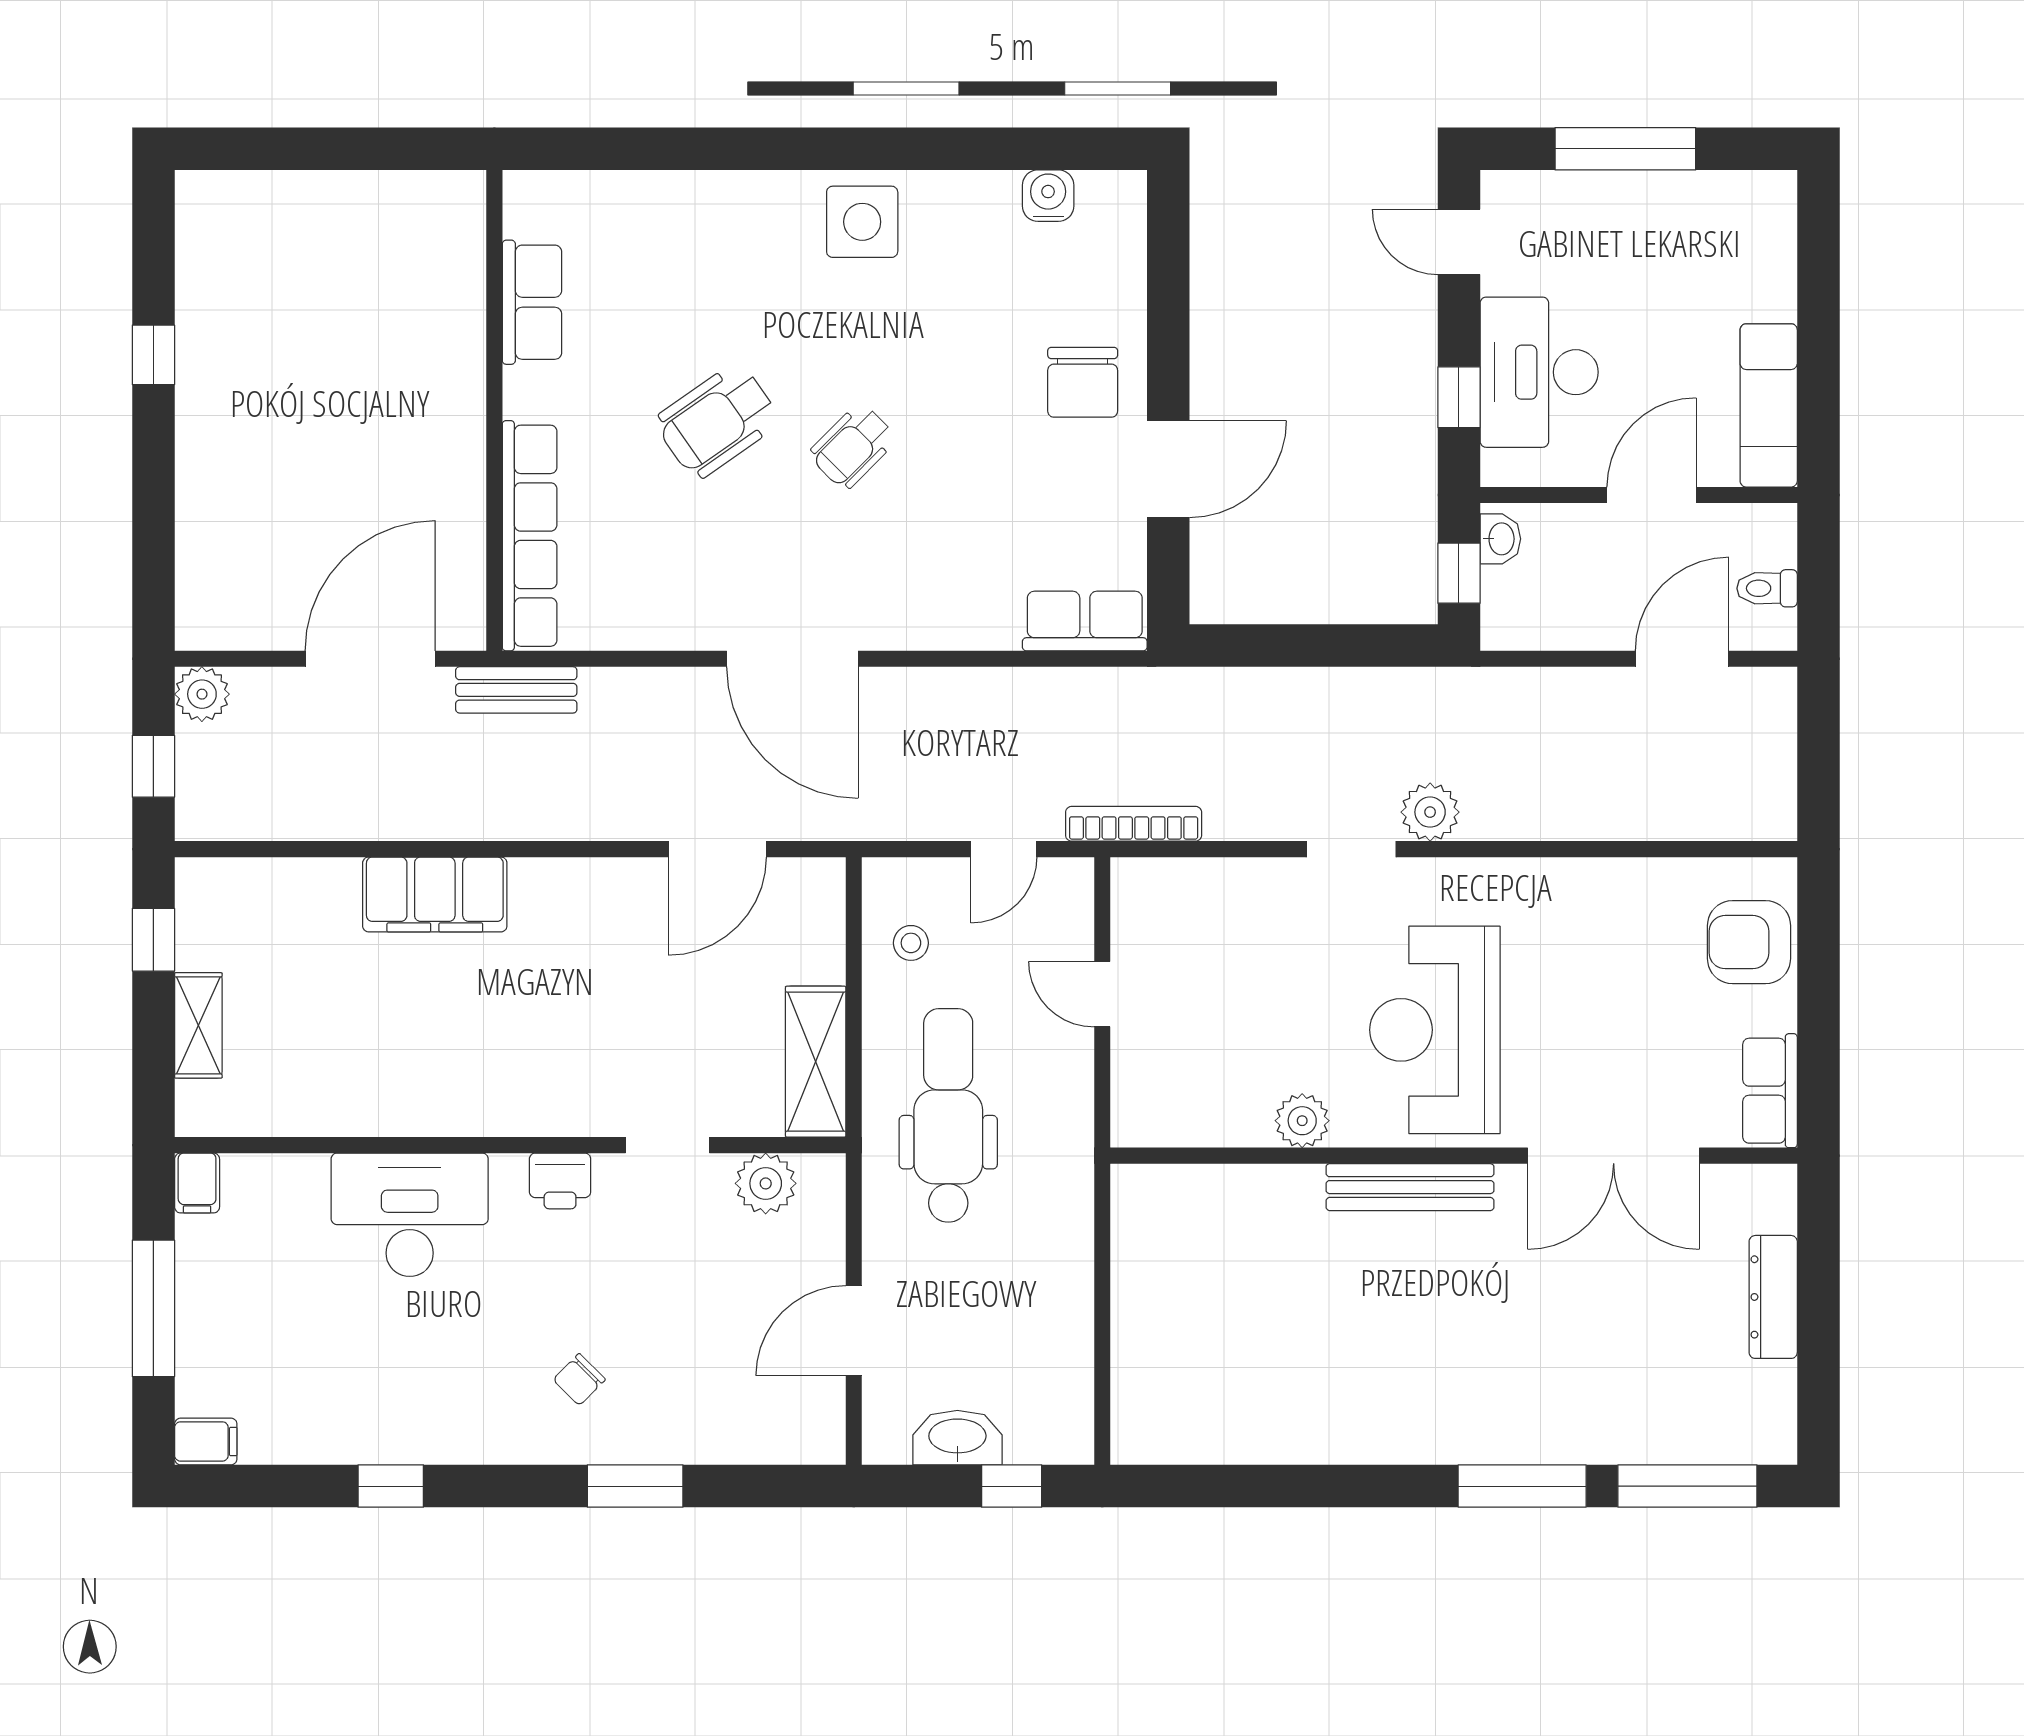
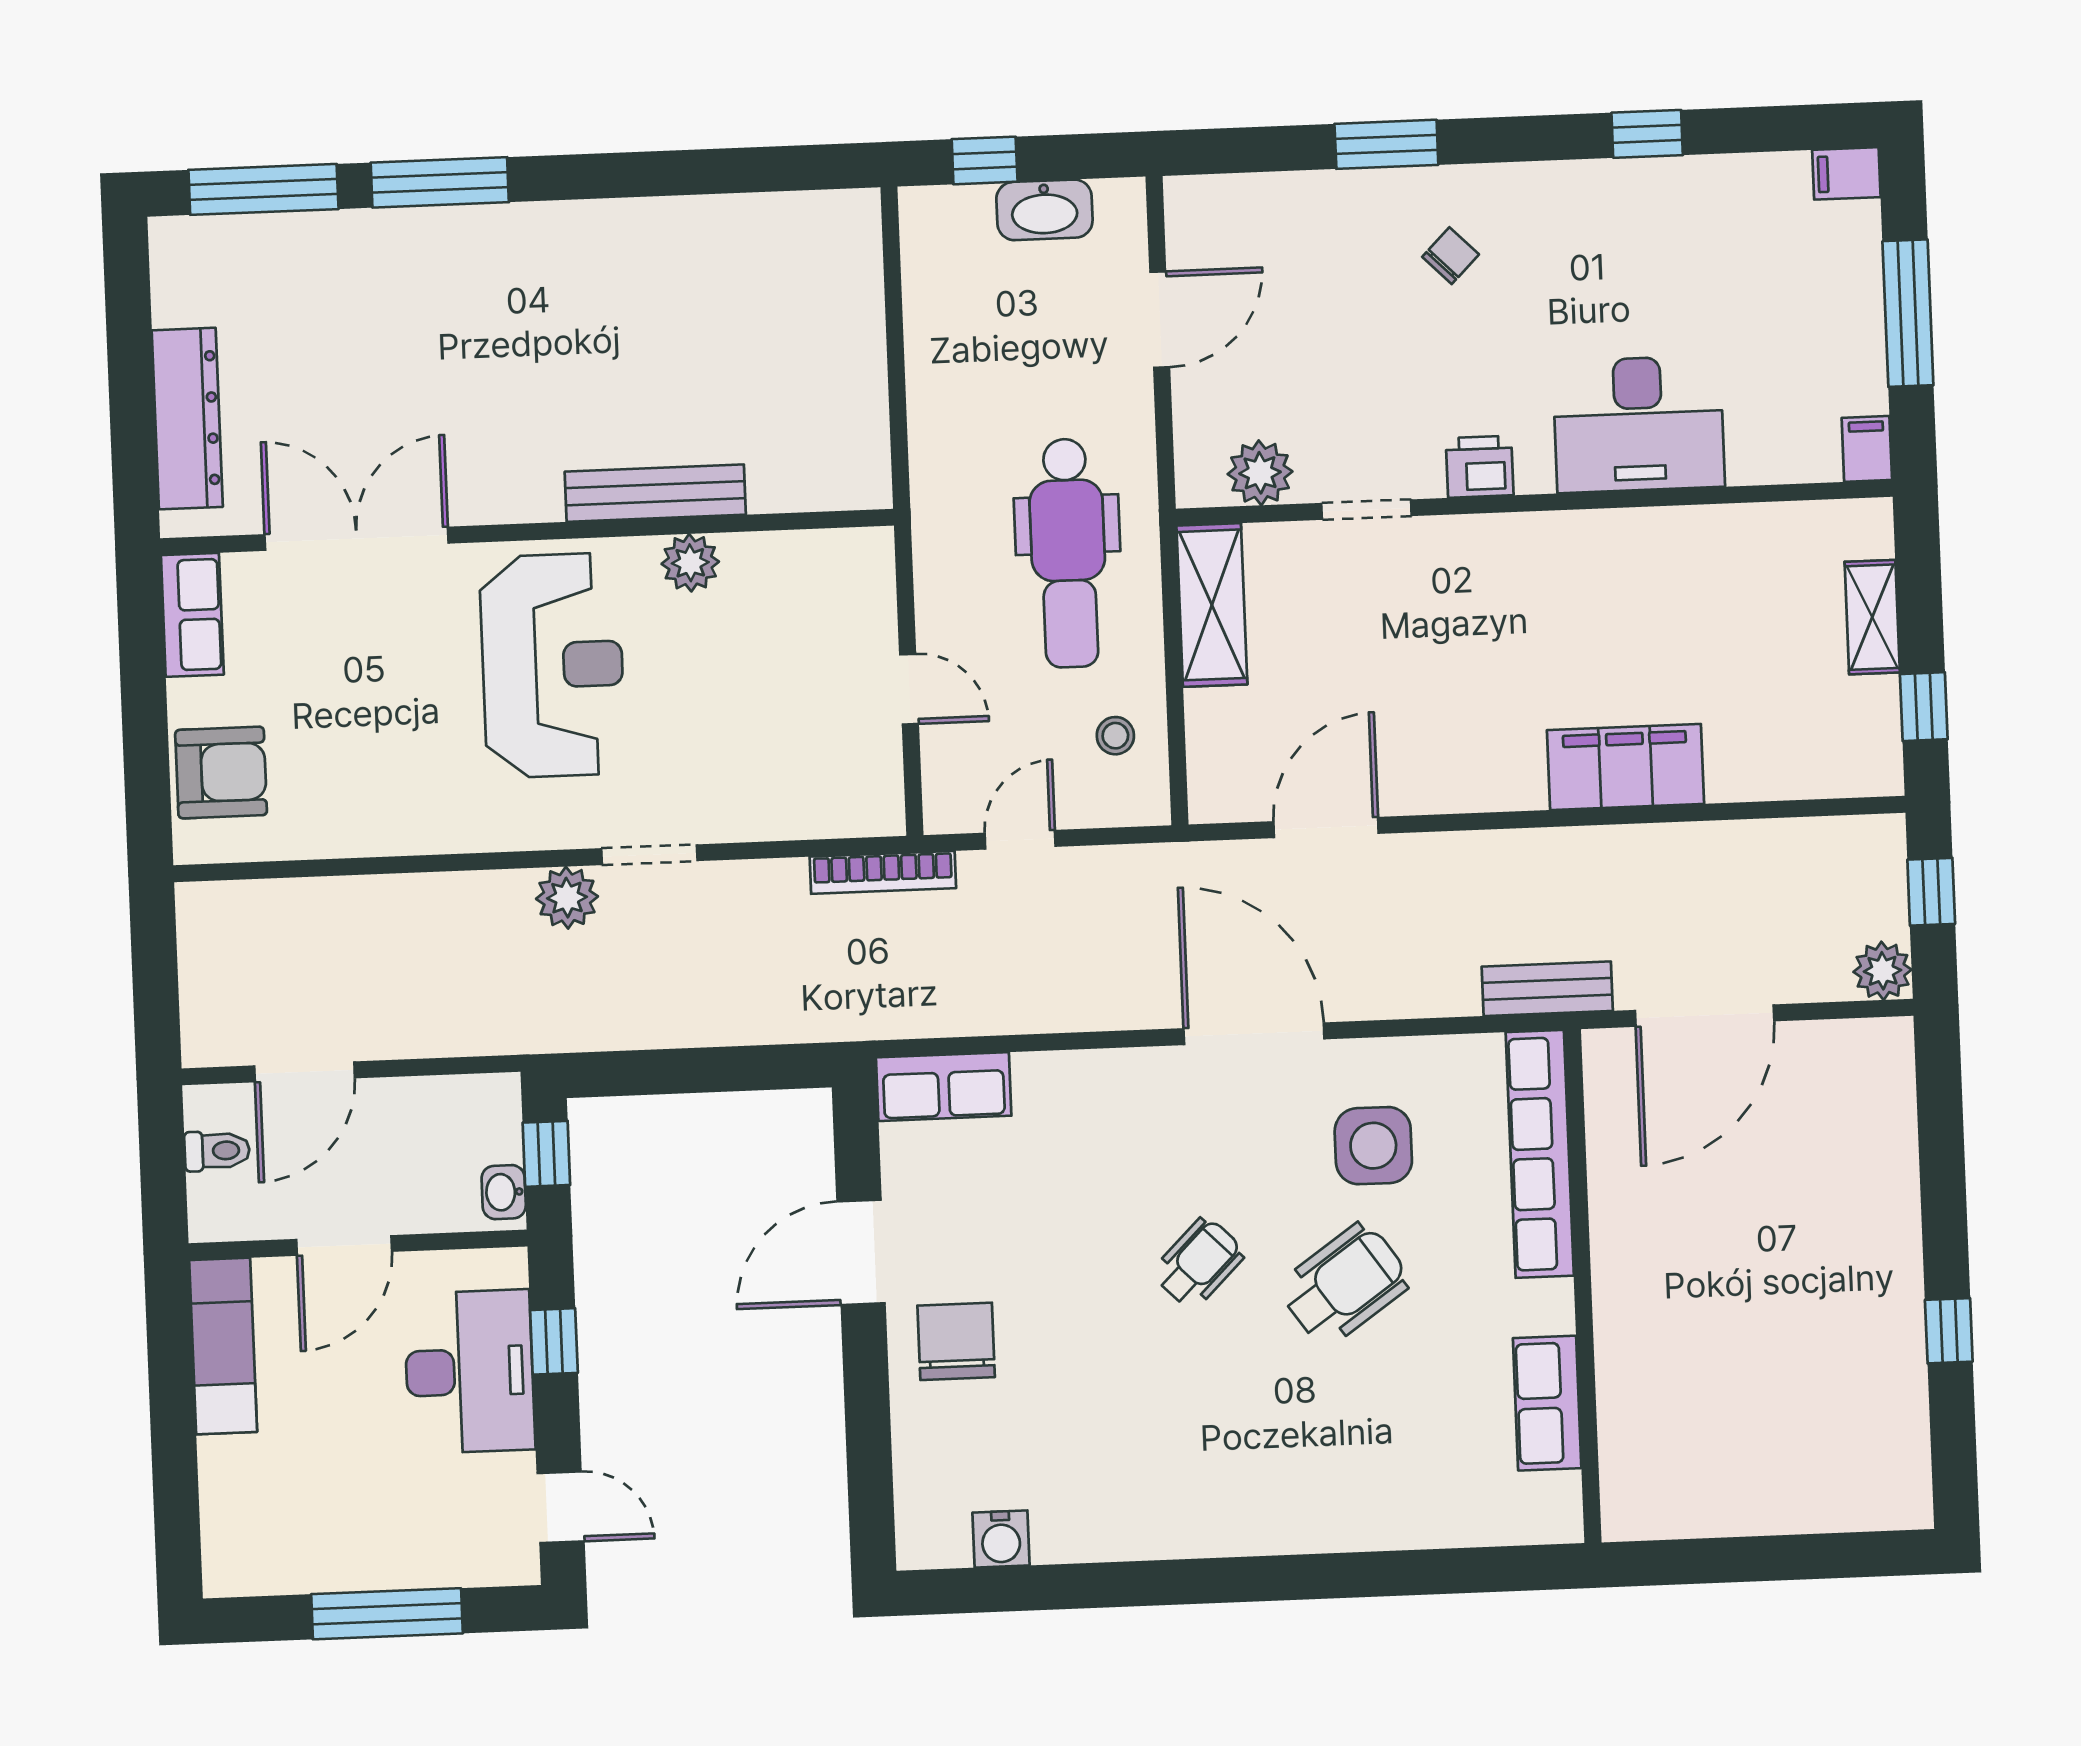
side table: (862, 222) -> (1373, 1146), moved
bench: (1410, 1187) -> (655, 493), moved
dresser: (1773, 1297) -> (187, 419), width x1.37, depth x1.24

